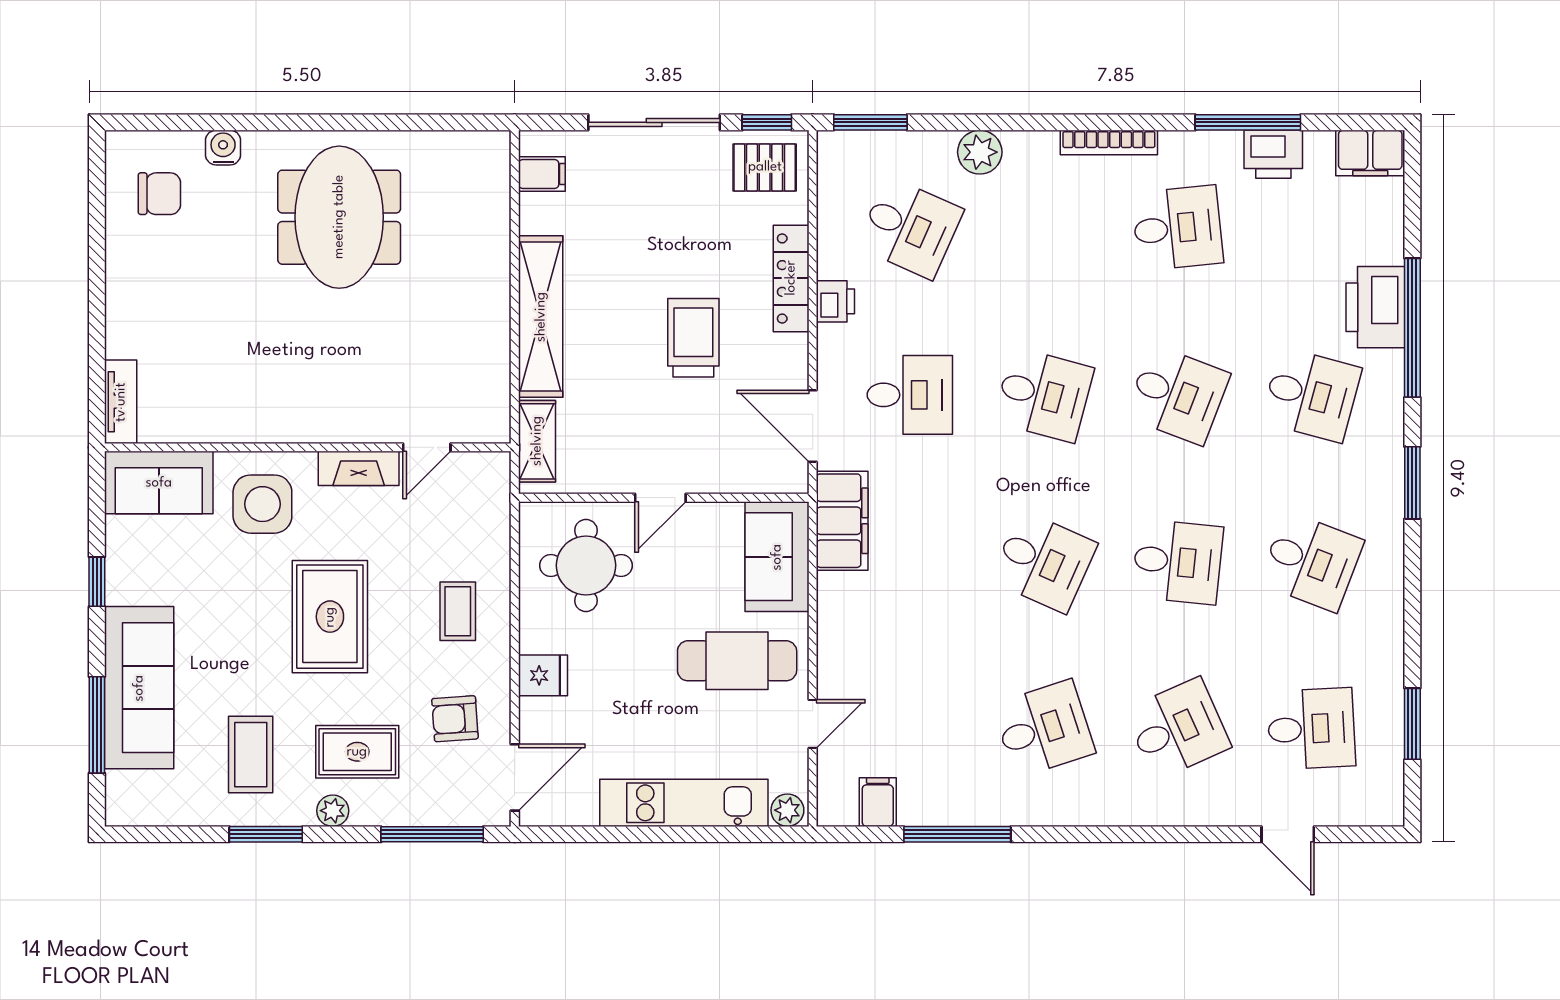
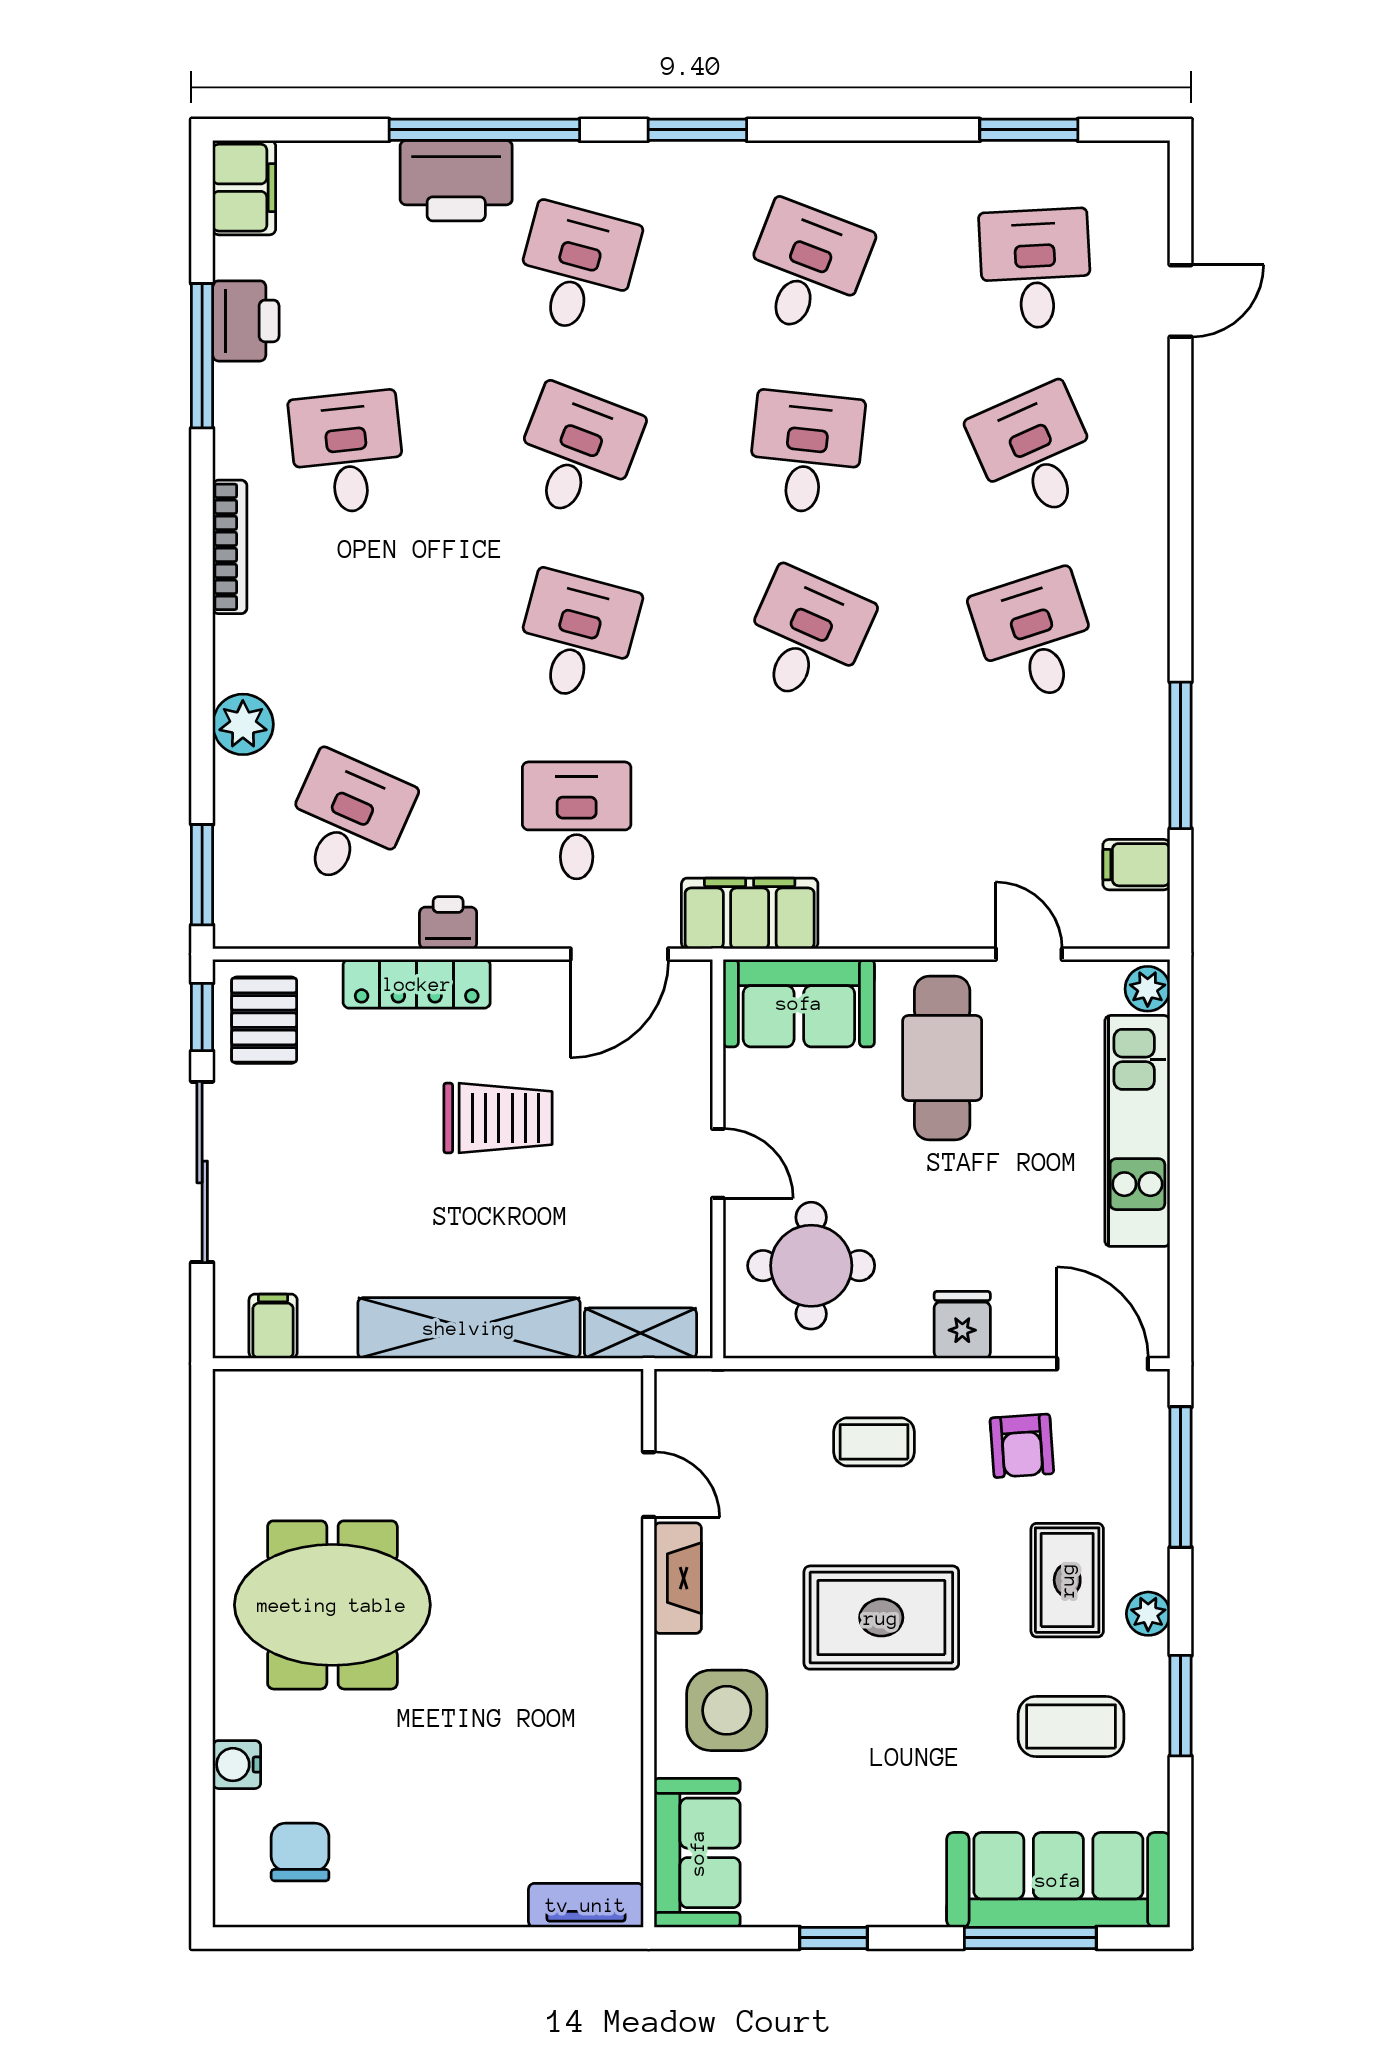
trolley: (693, 338) -> (498, 1118), turned 180
sofa: (139, 688) -> (1058, 1880), moved

